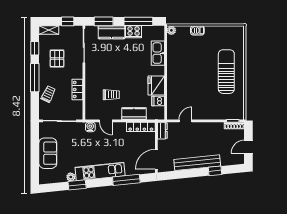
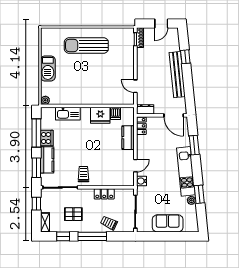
barbecue: (197, 30) -> (48, 68), width x1.88, depth x1.53
trolley: (111, 95) -> (83, 174), moved
locker: (141, 127) -> (141, 126), width x0.66
door: (248, 147) -> (161, 24), hinge flipped
window: (126, 180) -> (194, 145), width x0.69

